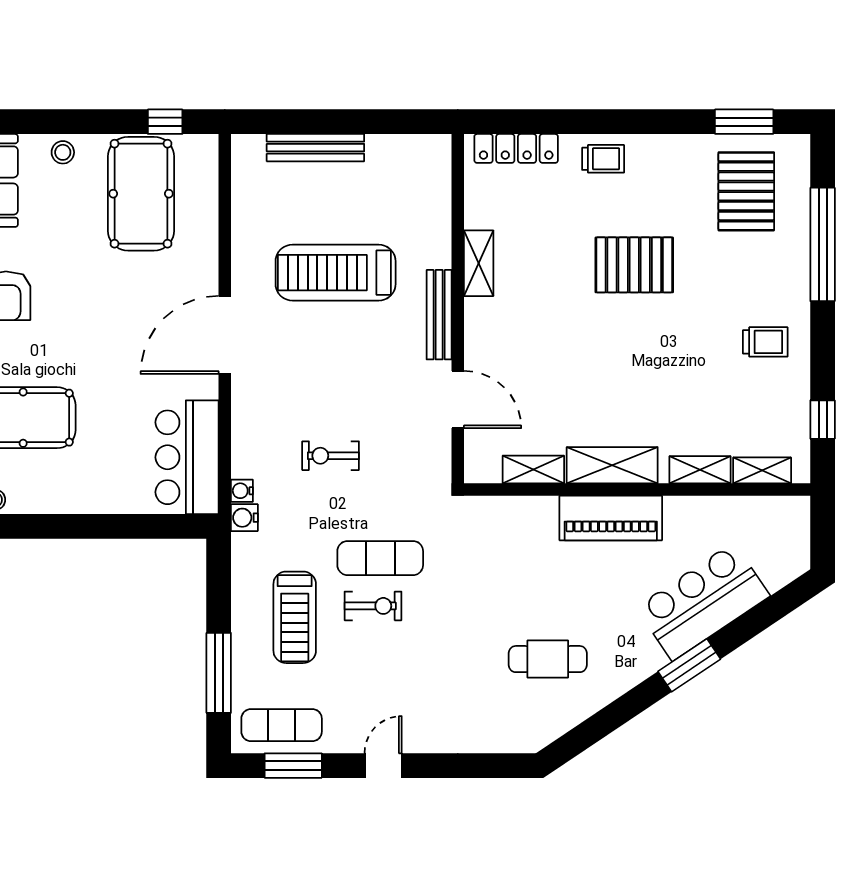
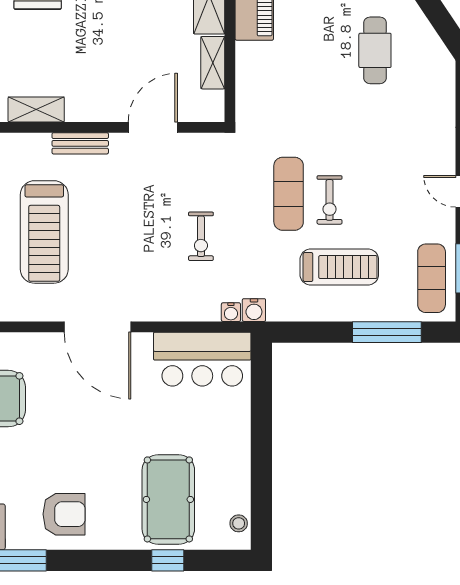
bench: (439, 315) -> (80, 143), width x0.73
exercise bike: (373, 606) -> (330, 200), turned 180

